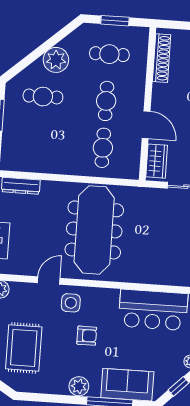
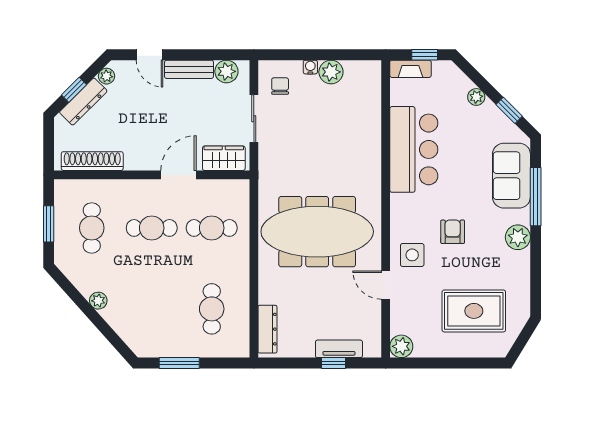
plant: (56, 60) -> (98, 301), width x0.53, depth x0.53
cafe table: (43, 97) -> (212, 309), moved

